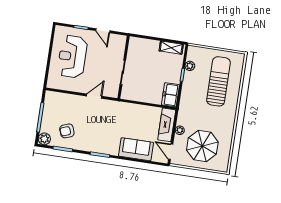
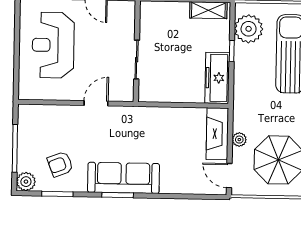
plant: (190, 66) -> (249, 29), width x1.88, depth x1.88
freezer: (170, 95) -> (217, 78), width x1.40
sofa: (136, 149) -> (124, 178), moved, width x1.36

